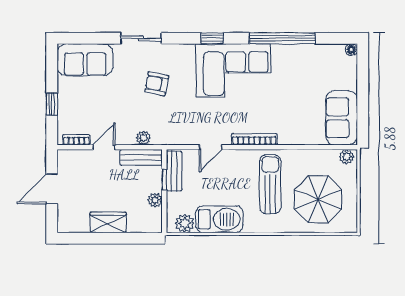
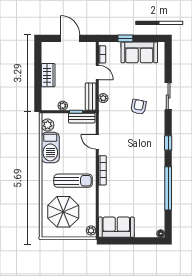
sofa: (85, 60) -> (139, 52), moved, turned -90
corner sofa: (233, 70) -> (147, 157), removed

